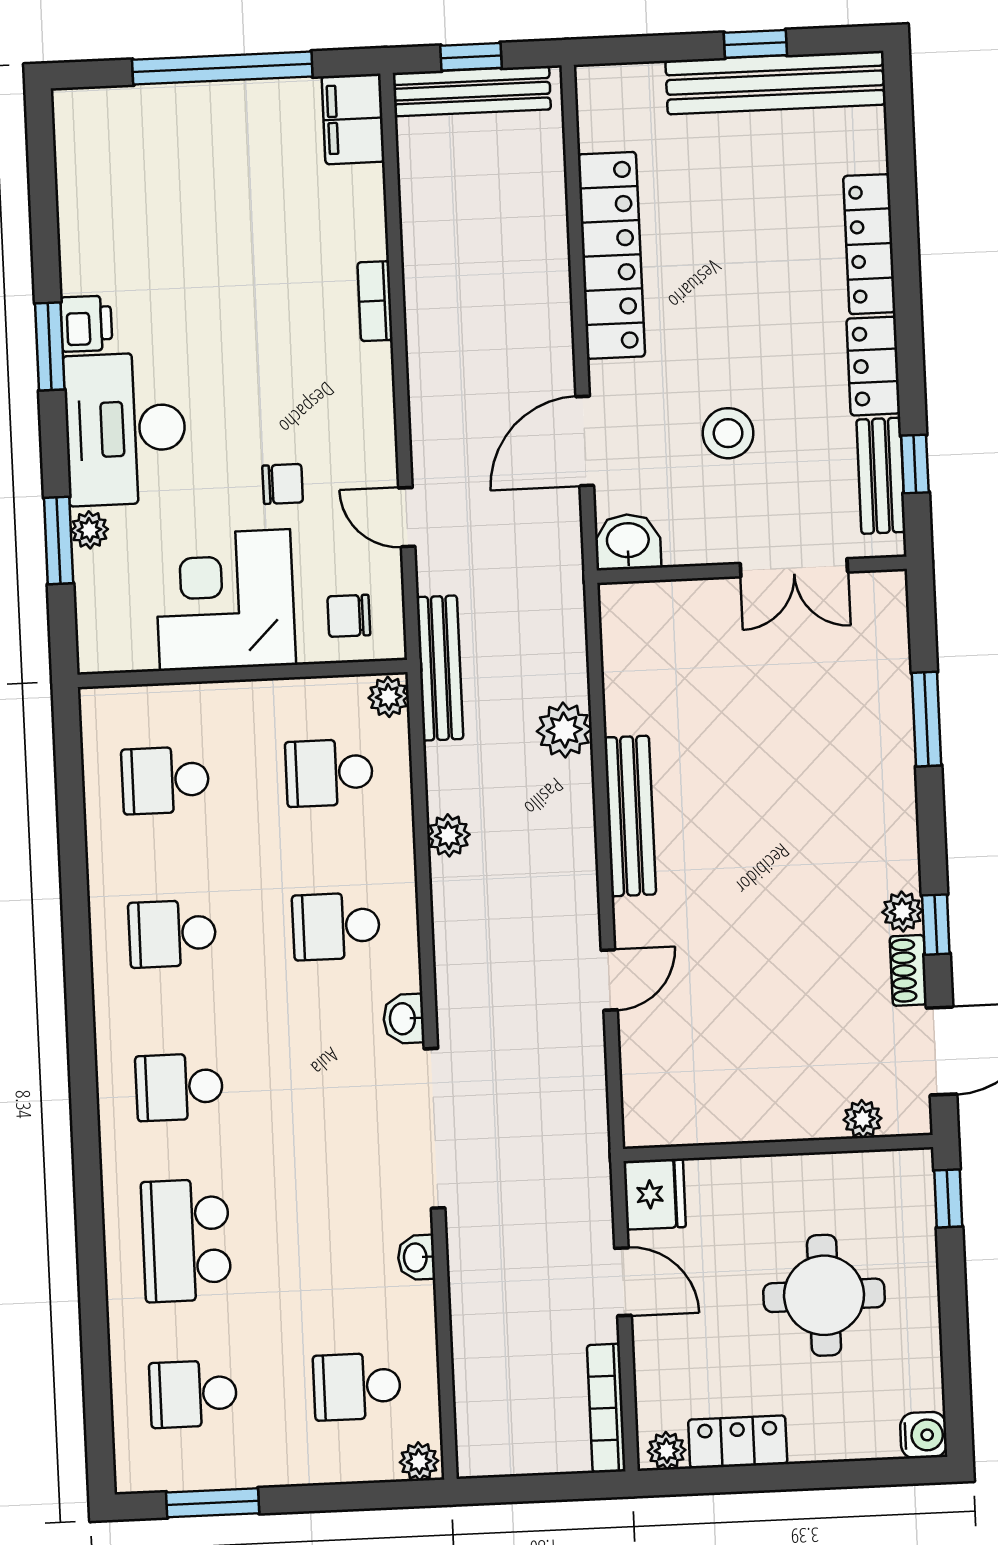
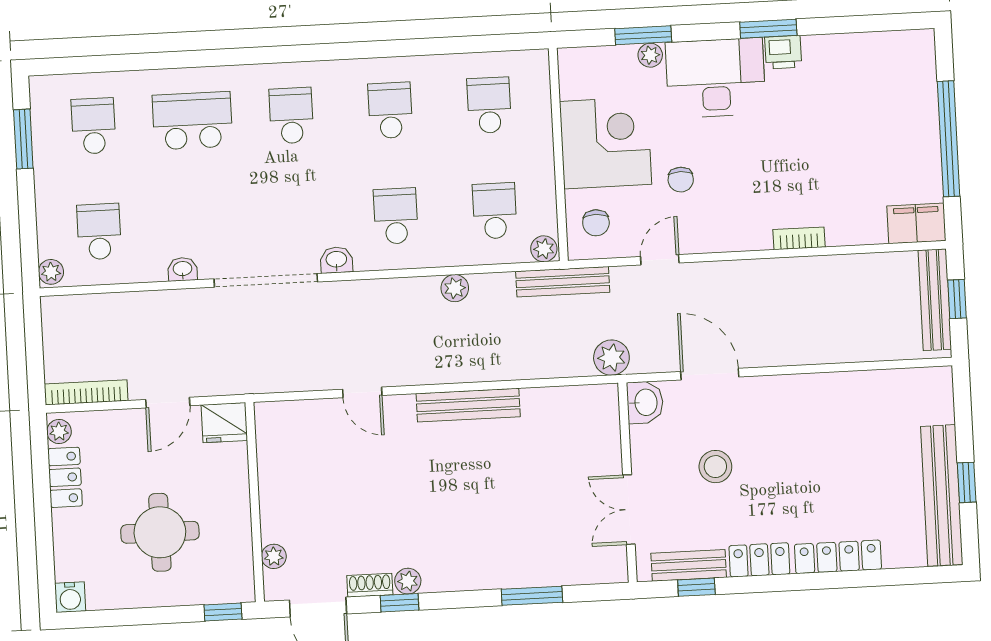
locker: (611, 255) -> (830, 390), removed
chair: (349, 616) -> (596, 223), turned 180
plant: (564, 730) -> (611, 358), moved

